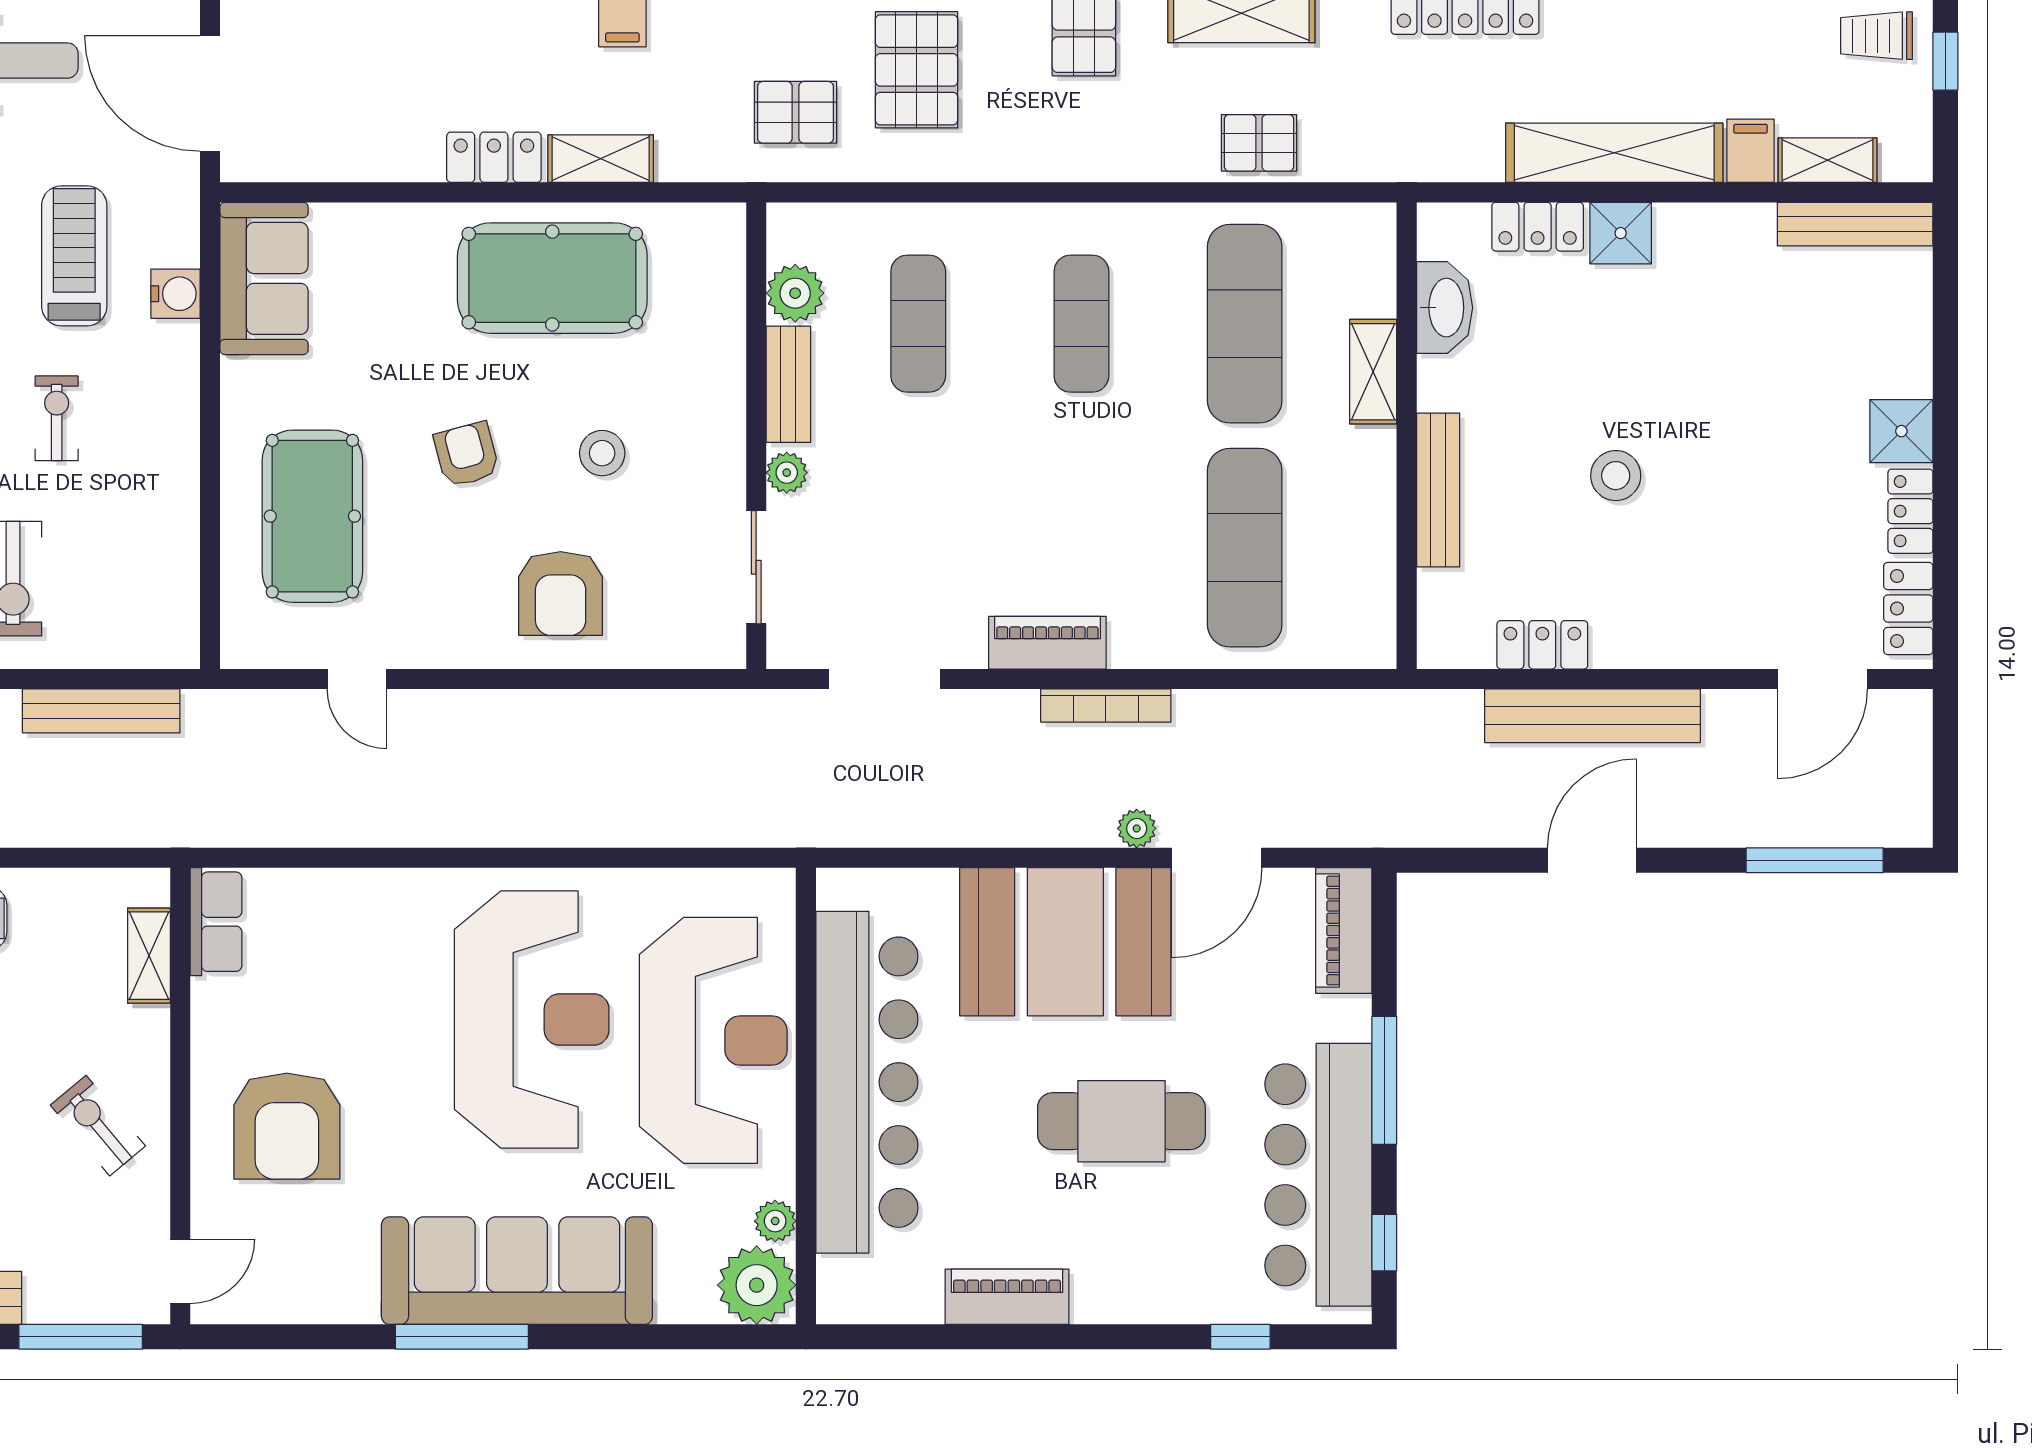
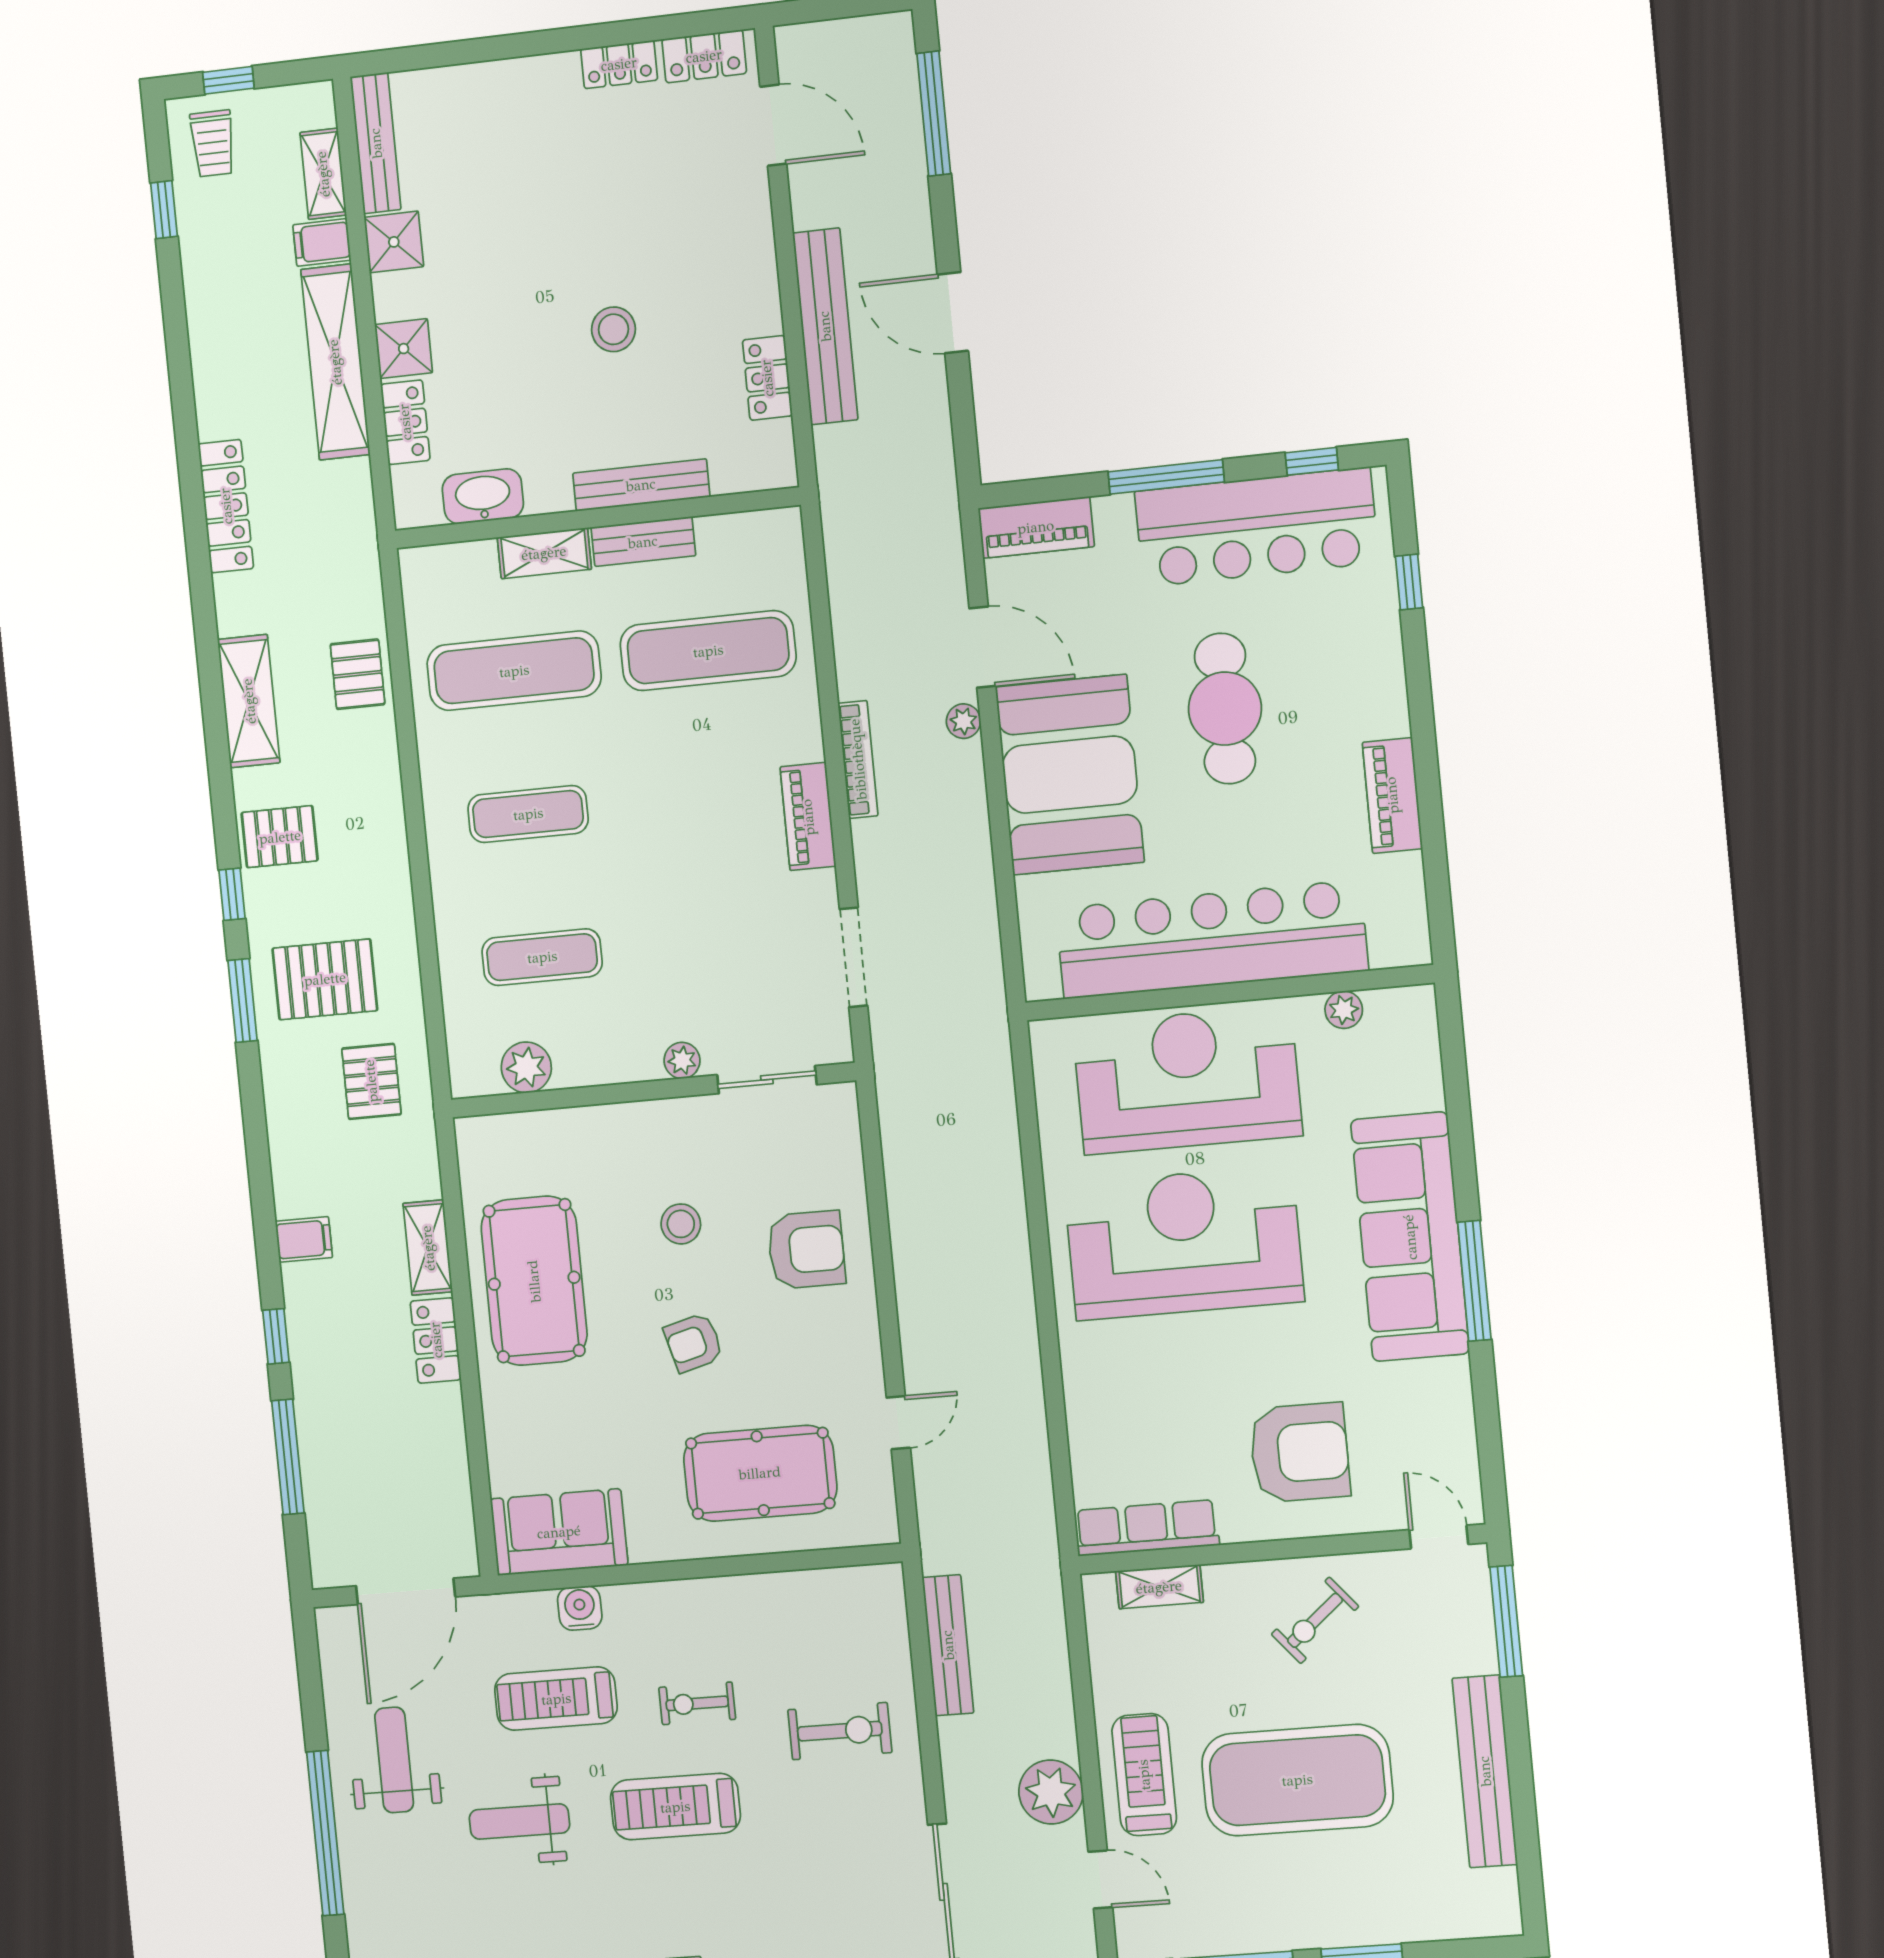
bench: (788, 384) -> (643, 542), moved
shower: (1901, 431) -> (394, 242), moved
row of seats: (216, 922) -> (1147, 1528), width x1.48
plant: (757, 1285) -> (1403, 1021), removed

